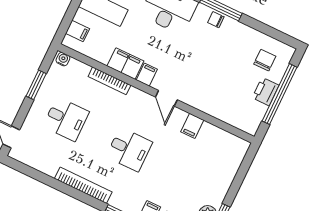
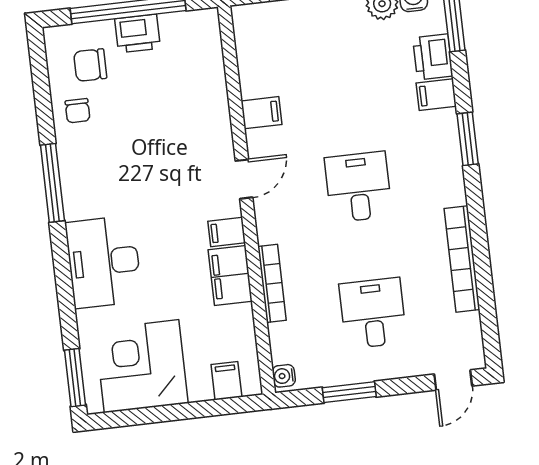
chair: (216, 20) -> (78, 111), moved
bookcase: (83, 185) -> (462, 259), moved

